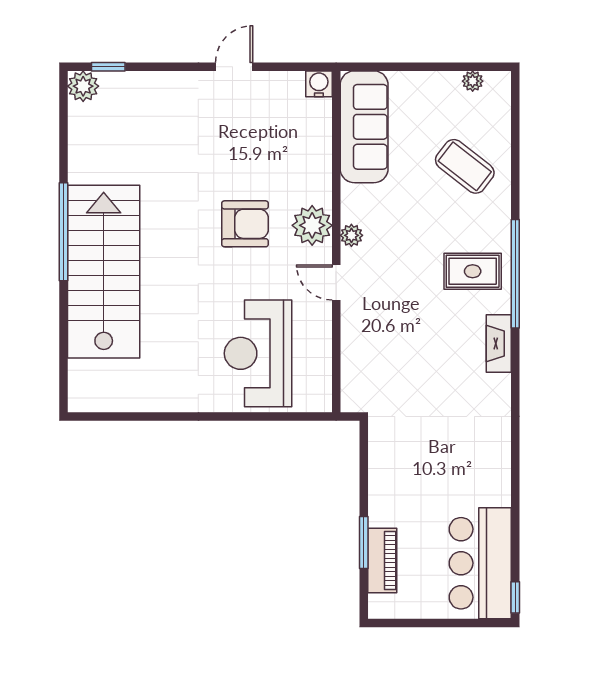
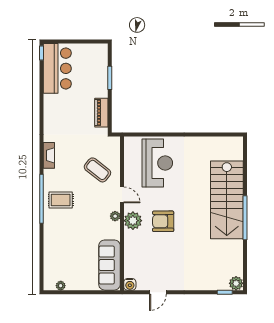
door: (234, 67) -> (158, 292), moved
coffee table: (465, 166) -> (97, 170), moved
fireplace: (499, 344) -> (49, 155), moved
piano: (382, 561) -> (101, 113), moved

